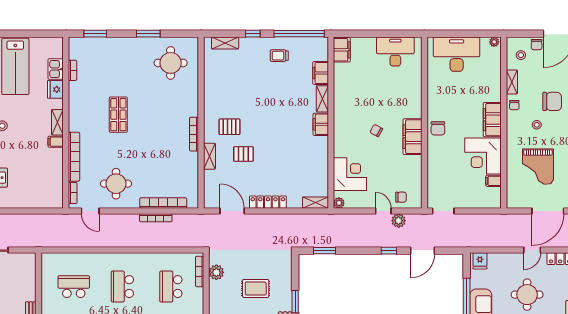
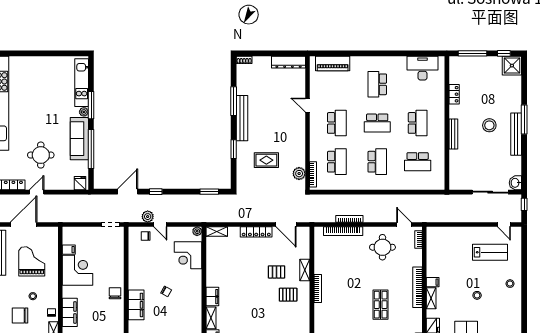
filing cabinet: (492, 120) -> (70, 312), moved
filing cabinet: (412, 137) -> (136, 305), moved
bookcase: (74, 157) -> (417, 287), moved

